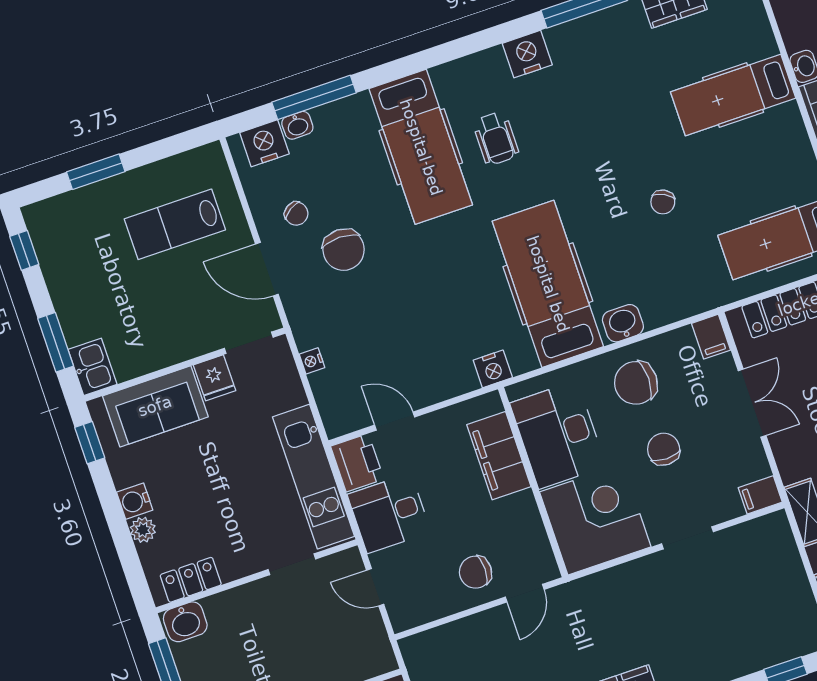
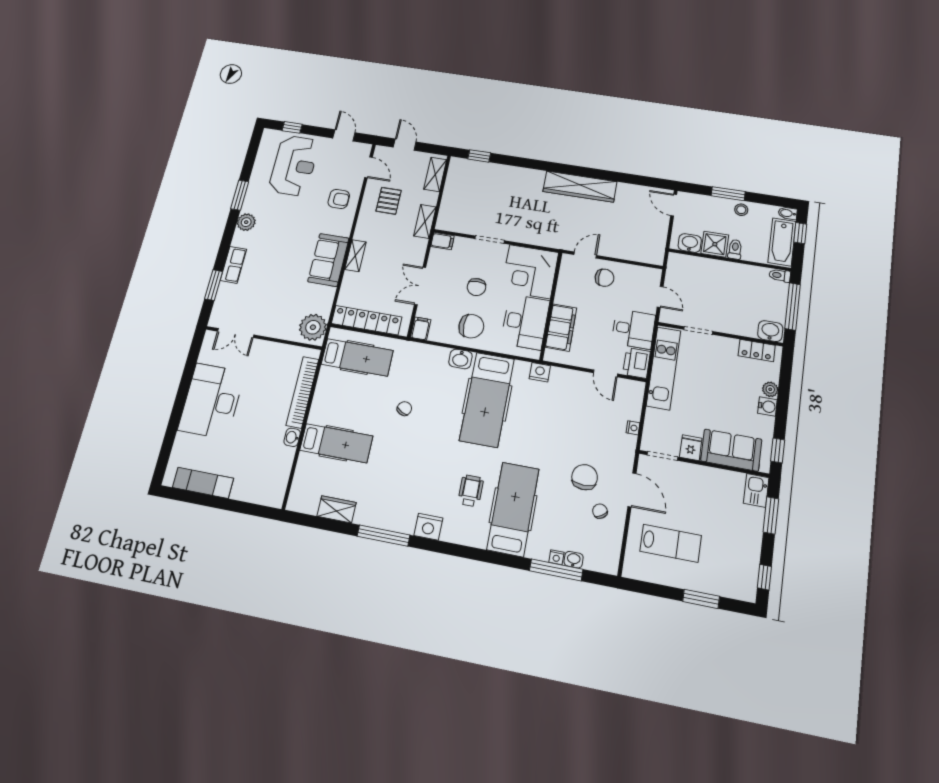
nightstand: (264, 143) -> (556, 557), moved, width x0.53, depth x0.56

